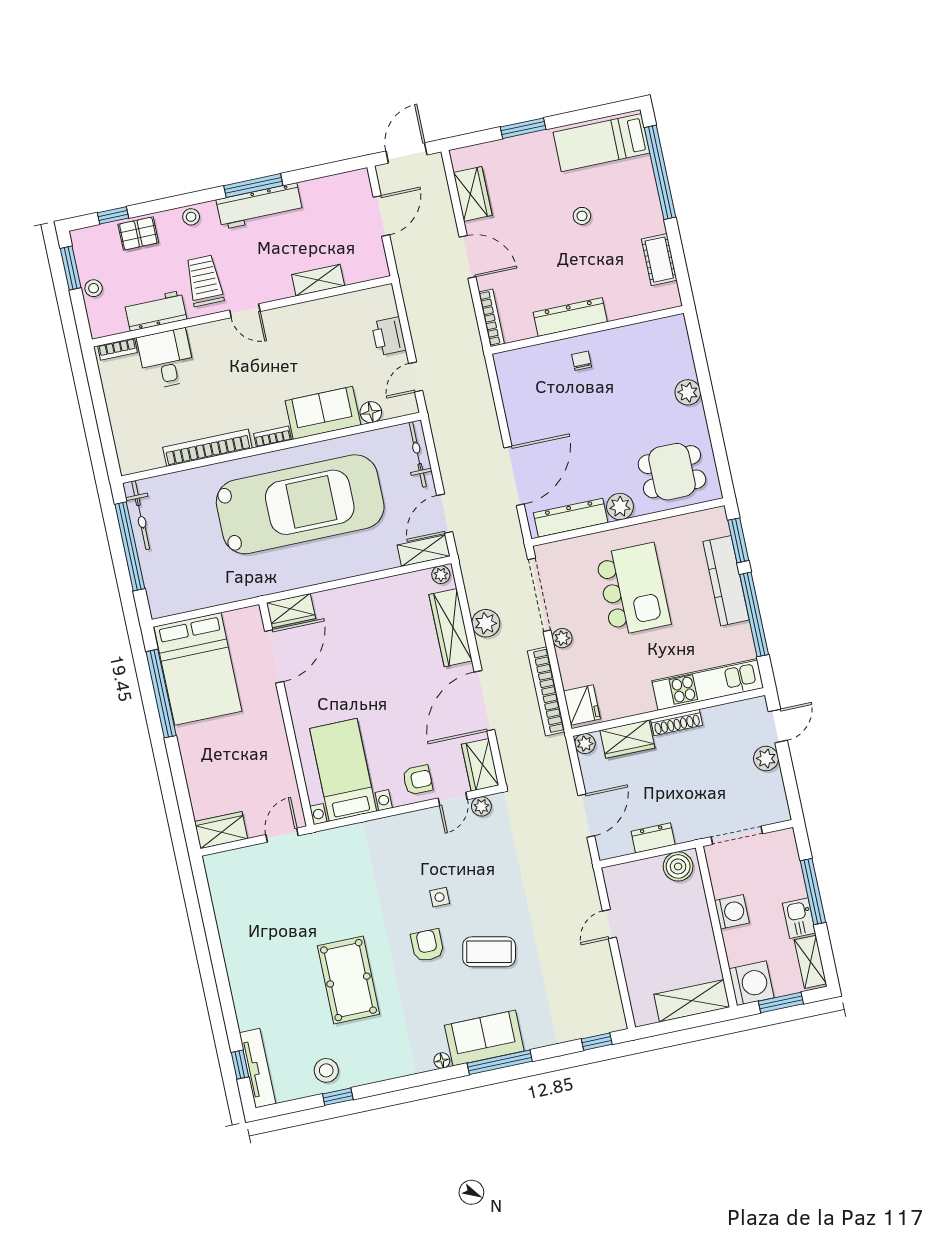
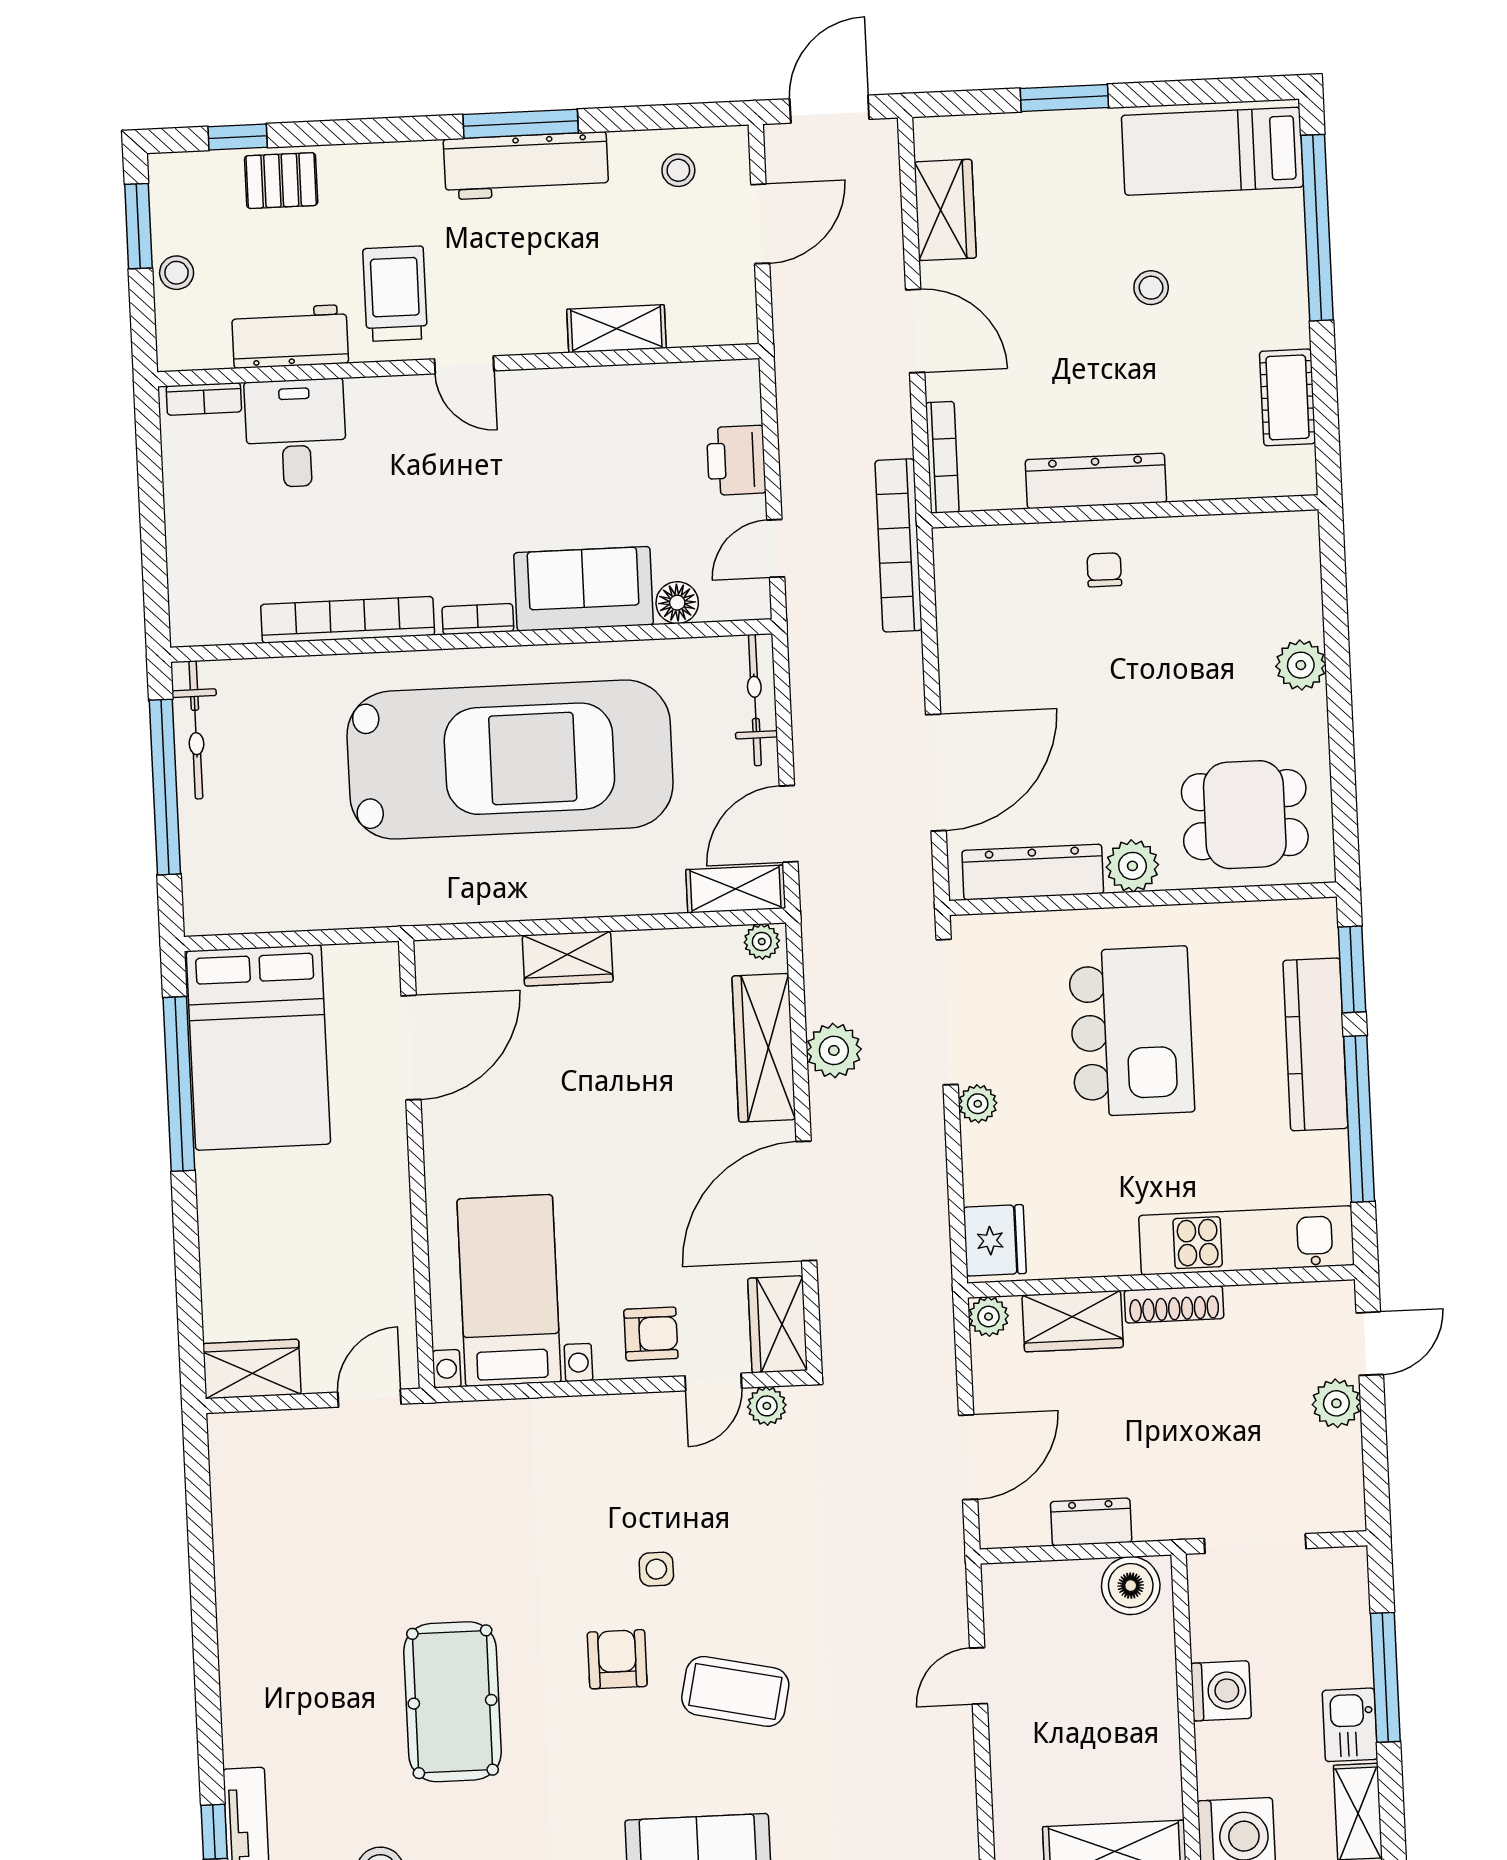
stool: (191, 217) -> (678, 170), moved
wardrobe: (291, 611) -> (568, 959), moved
bookcase: (546, 691) -> (899, 545), moved

